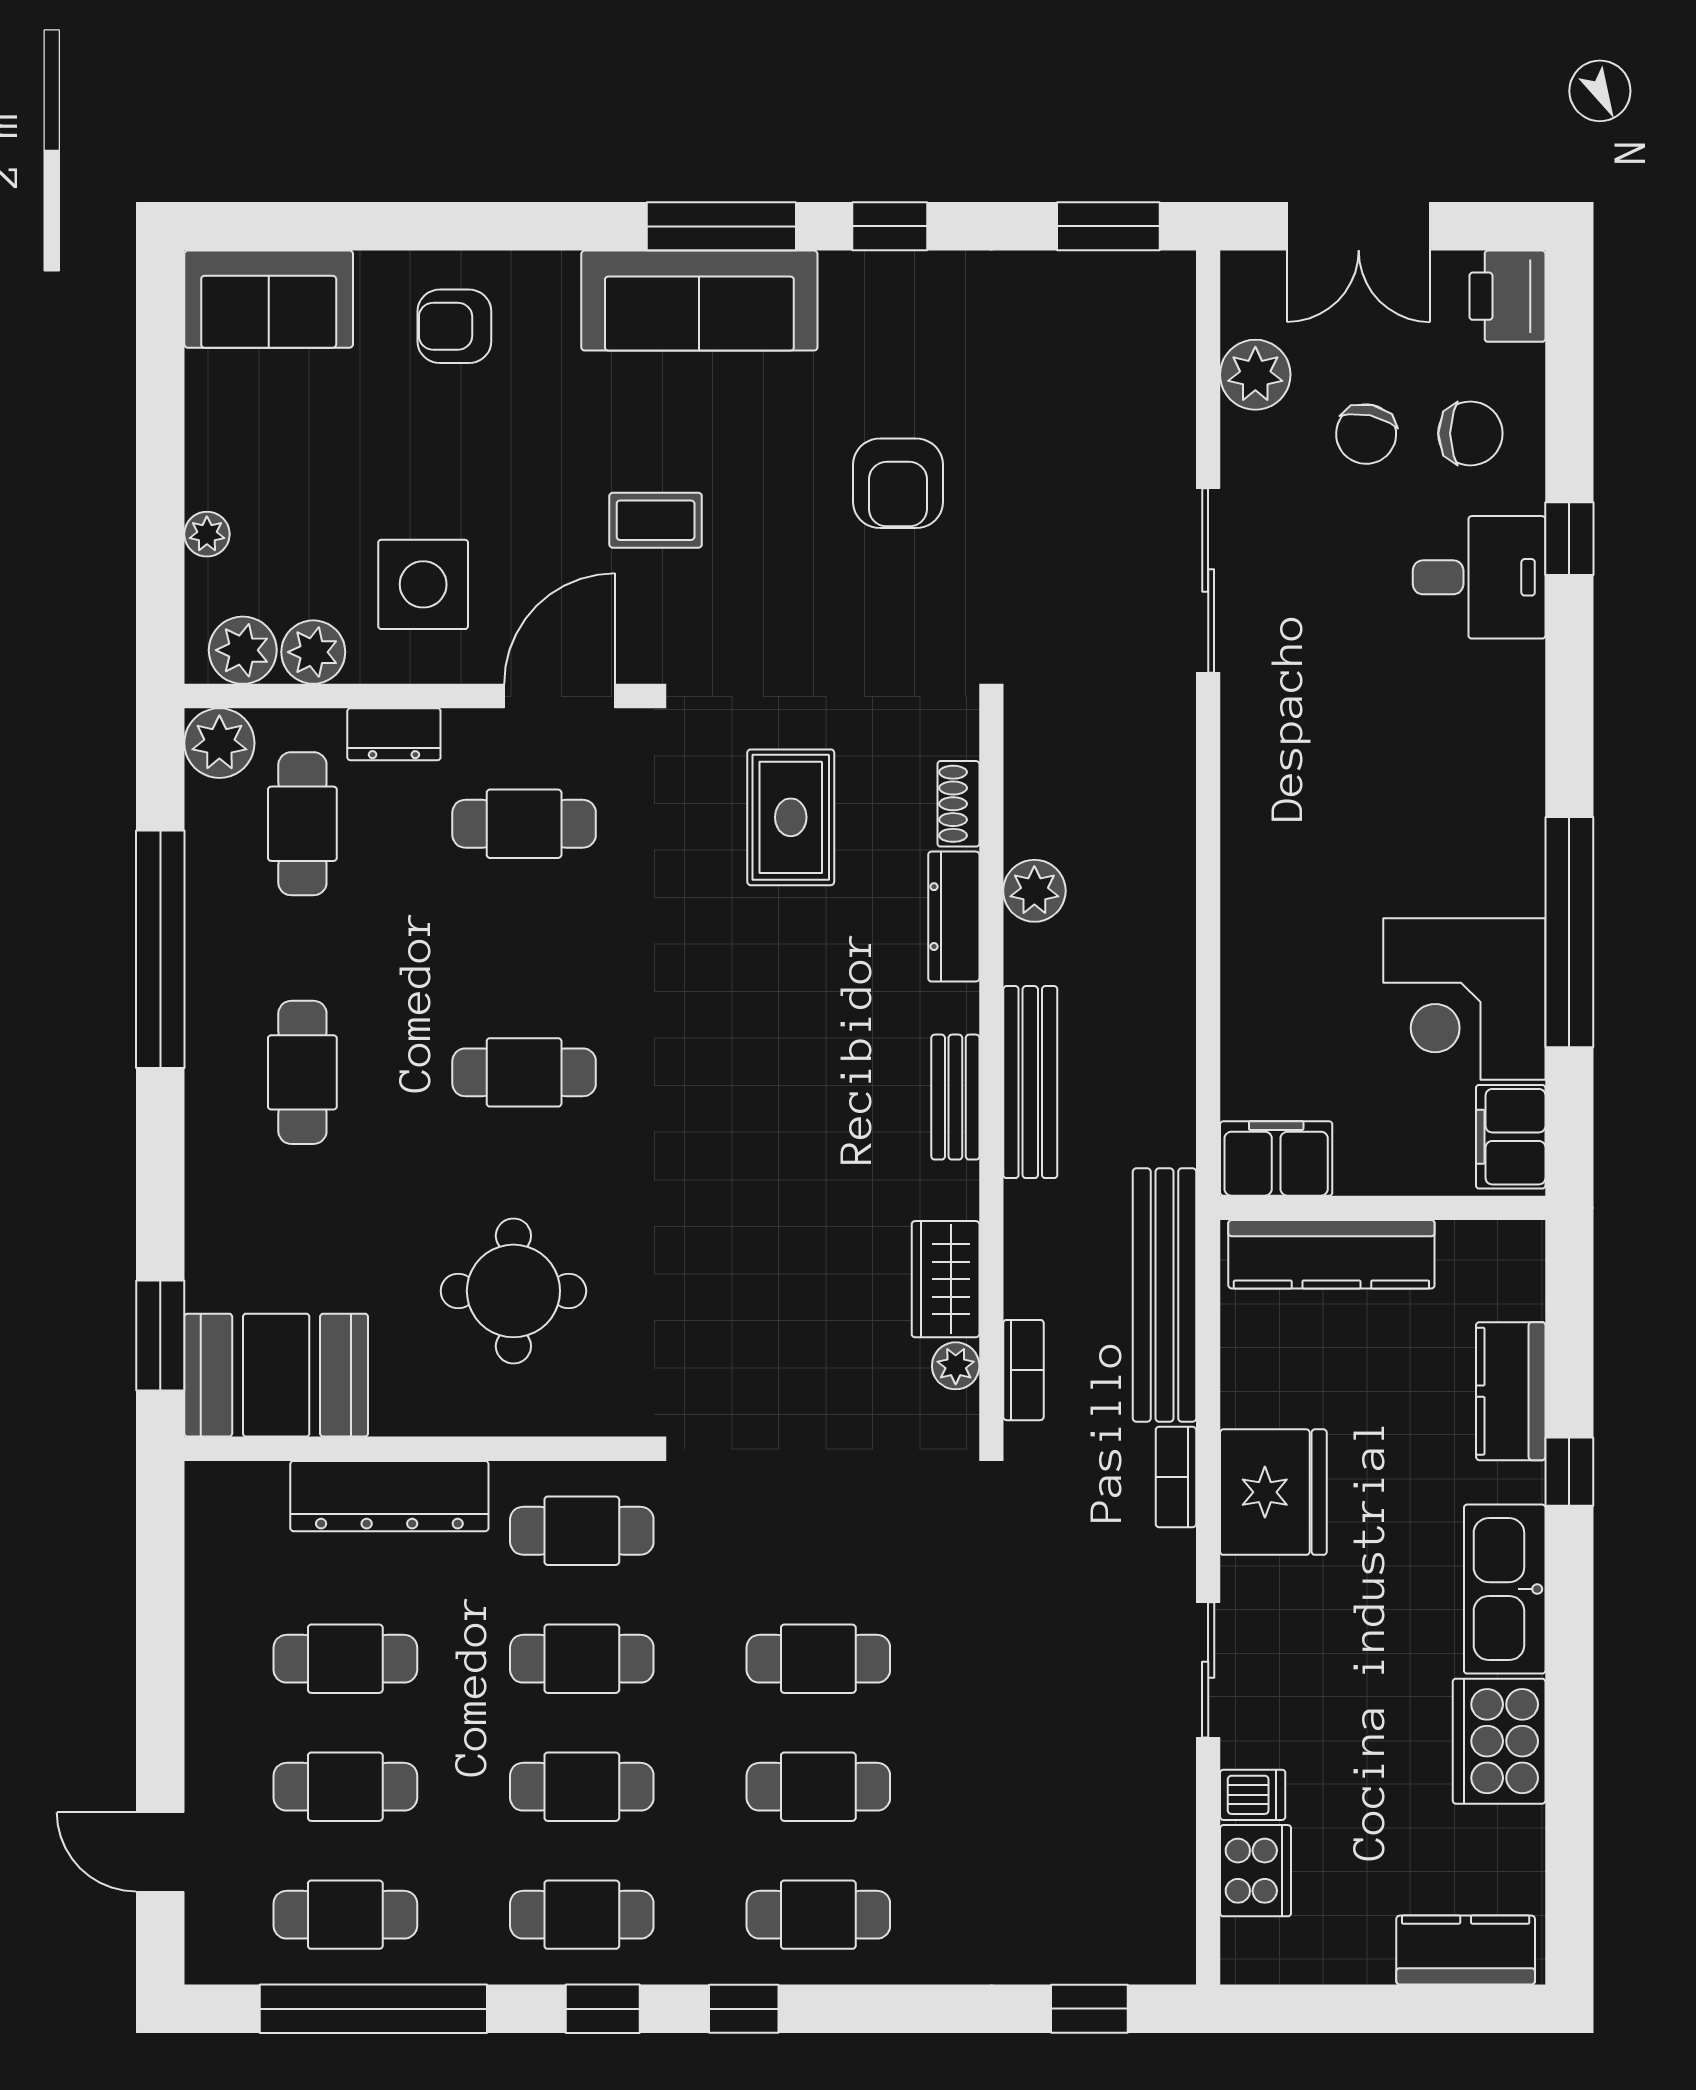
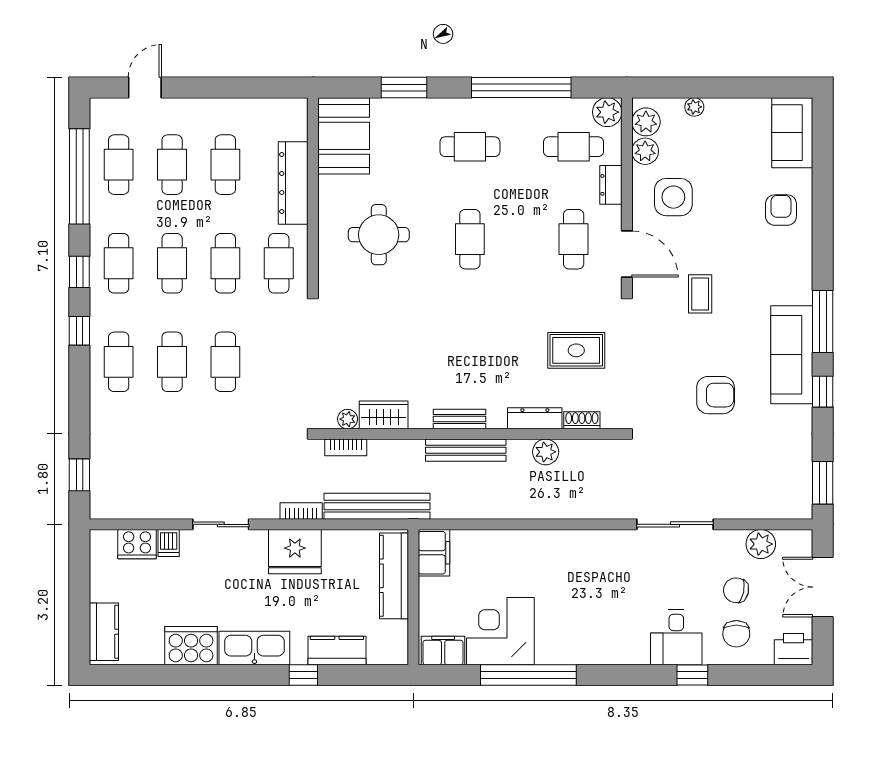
sofa: (699, 301) -> (792, 355), moved
armchair: (898, 483) -> (716, 395), turned 180
window: (160, 1336) -> (404, 87), moved

